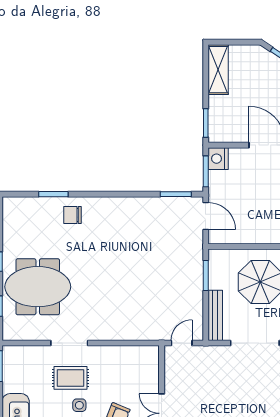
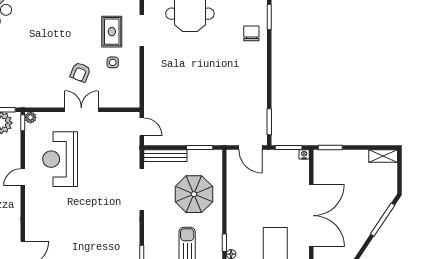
shelving: (218, 70) -> (383, 156), width x0.67, depth x0.75
nightstand: (218, 159) -> (304, 154), width x0.53, depth x0.56
door: (206, 216) -> (250, 147), hinge flipped
side table: (79, 405) -> (113, 62), moved

